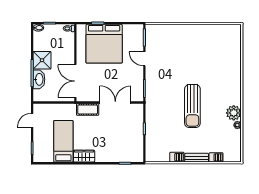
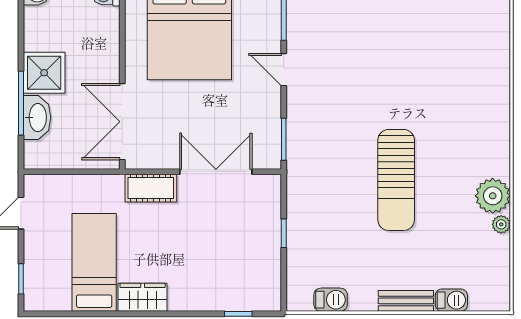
barbecue: (177, 157) -> (331, 300), moved

